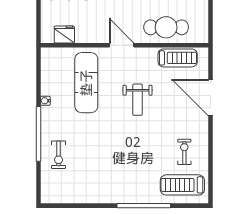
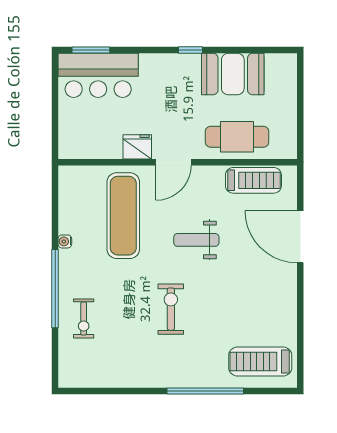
fridge: (64, 34) -> (137, 147), moved
door: (122, 45) -> (174, 162), swing flipped
weight bench: (138, 100) -> (196, 240), turned 90
exercise bike: (184, 152) -> (171, 309), moved, width x1.38, depth x1.39

